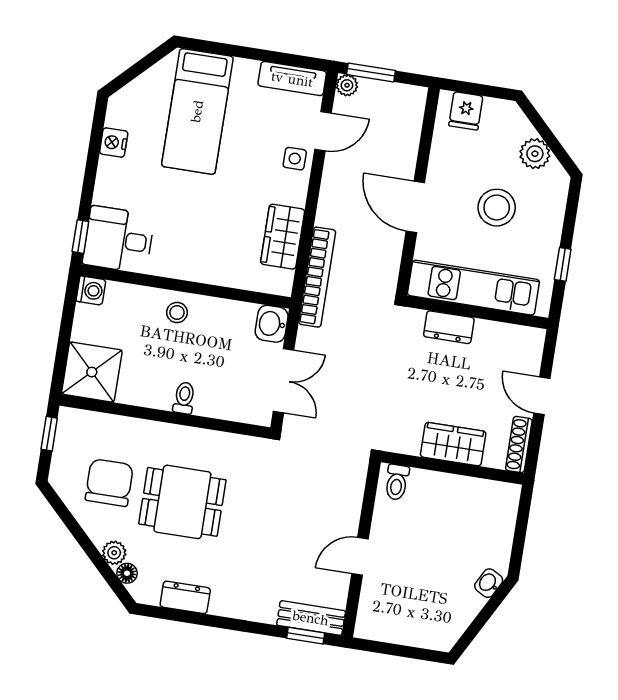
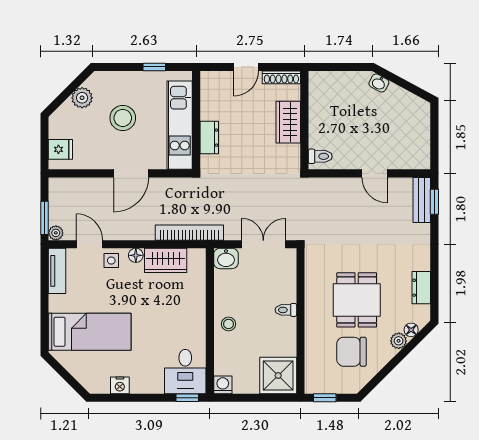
floor lamp: (297, 195) -> (136, 255), added

